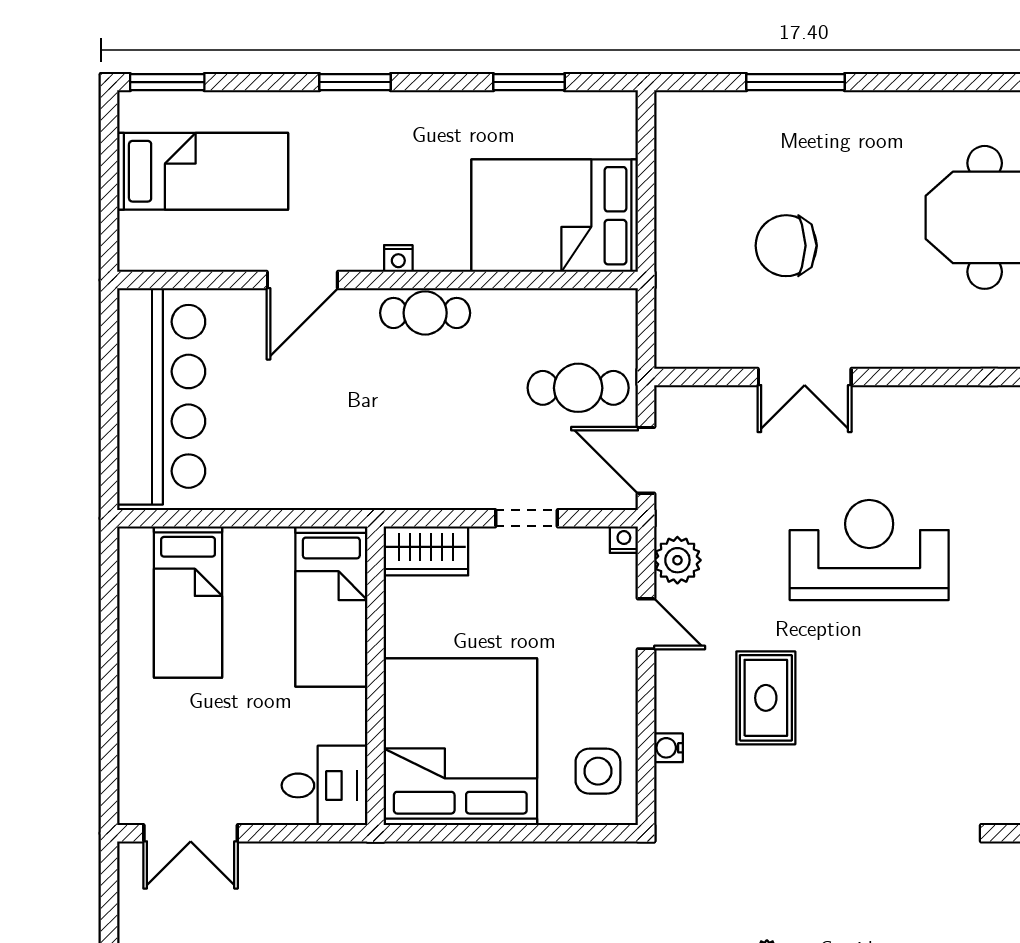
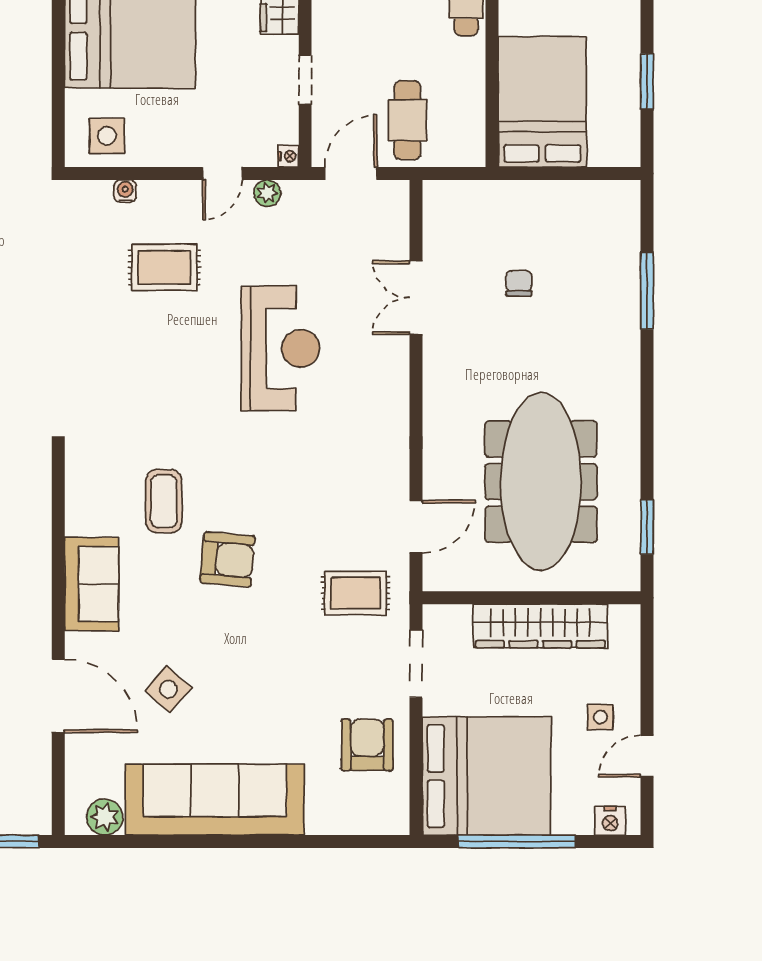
chair: (786, 246) -> (519, 283), width x0.54, depth x0.54
plant: (677, 560) -> (267, 193), width x0.73, depth x0.73

